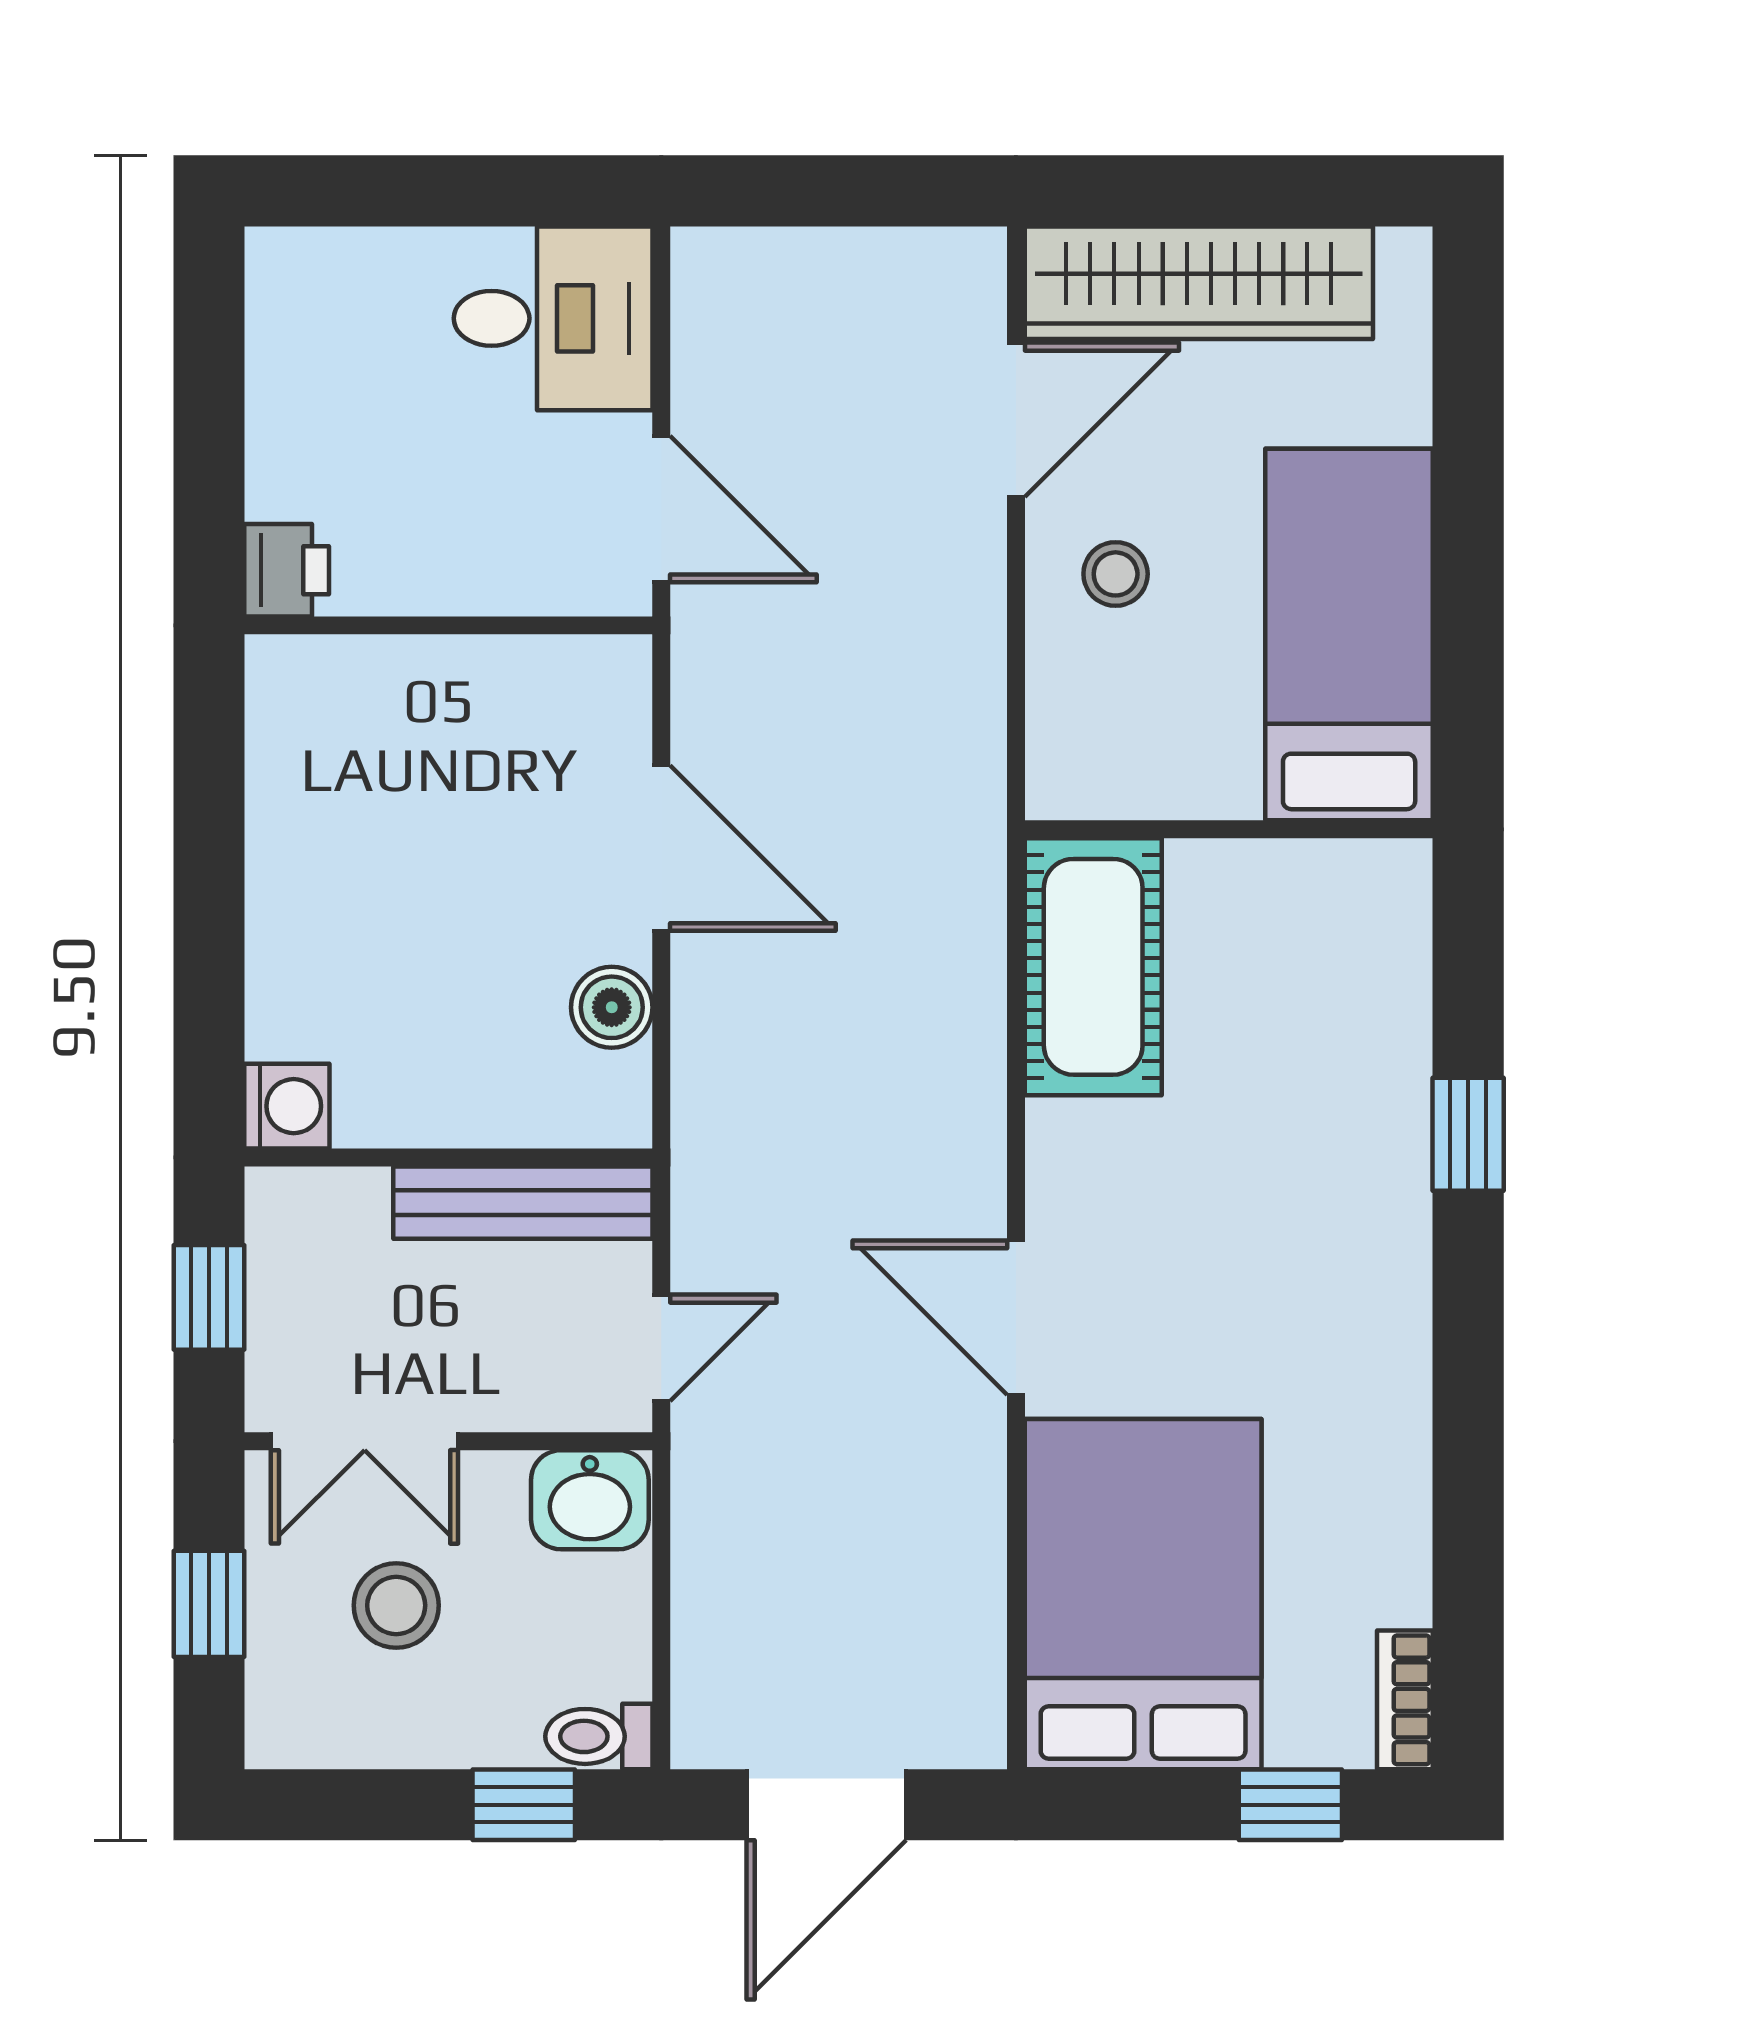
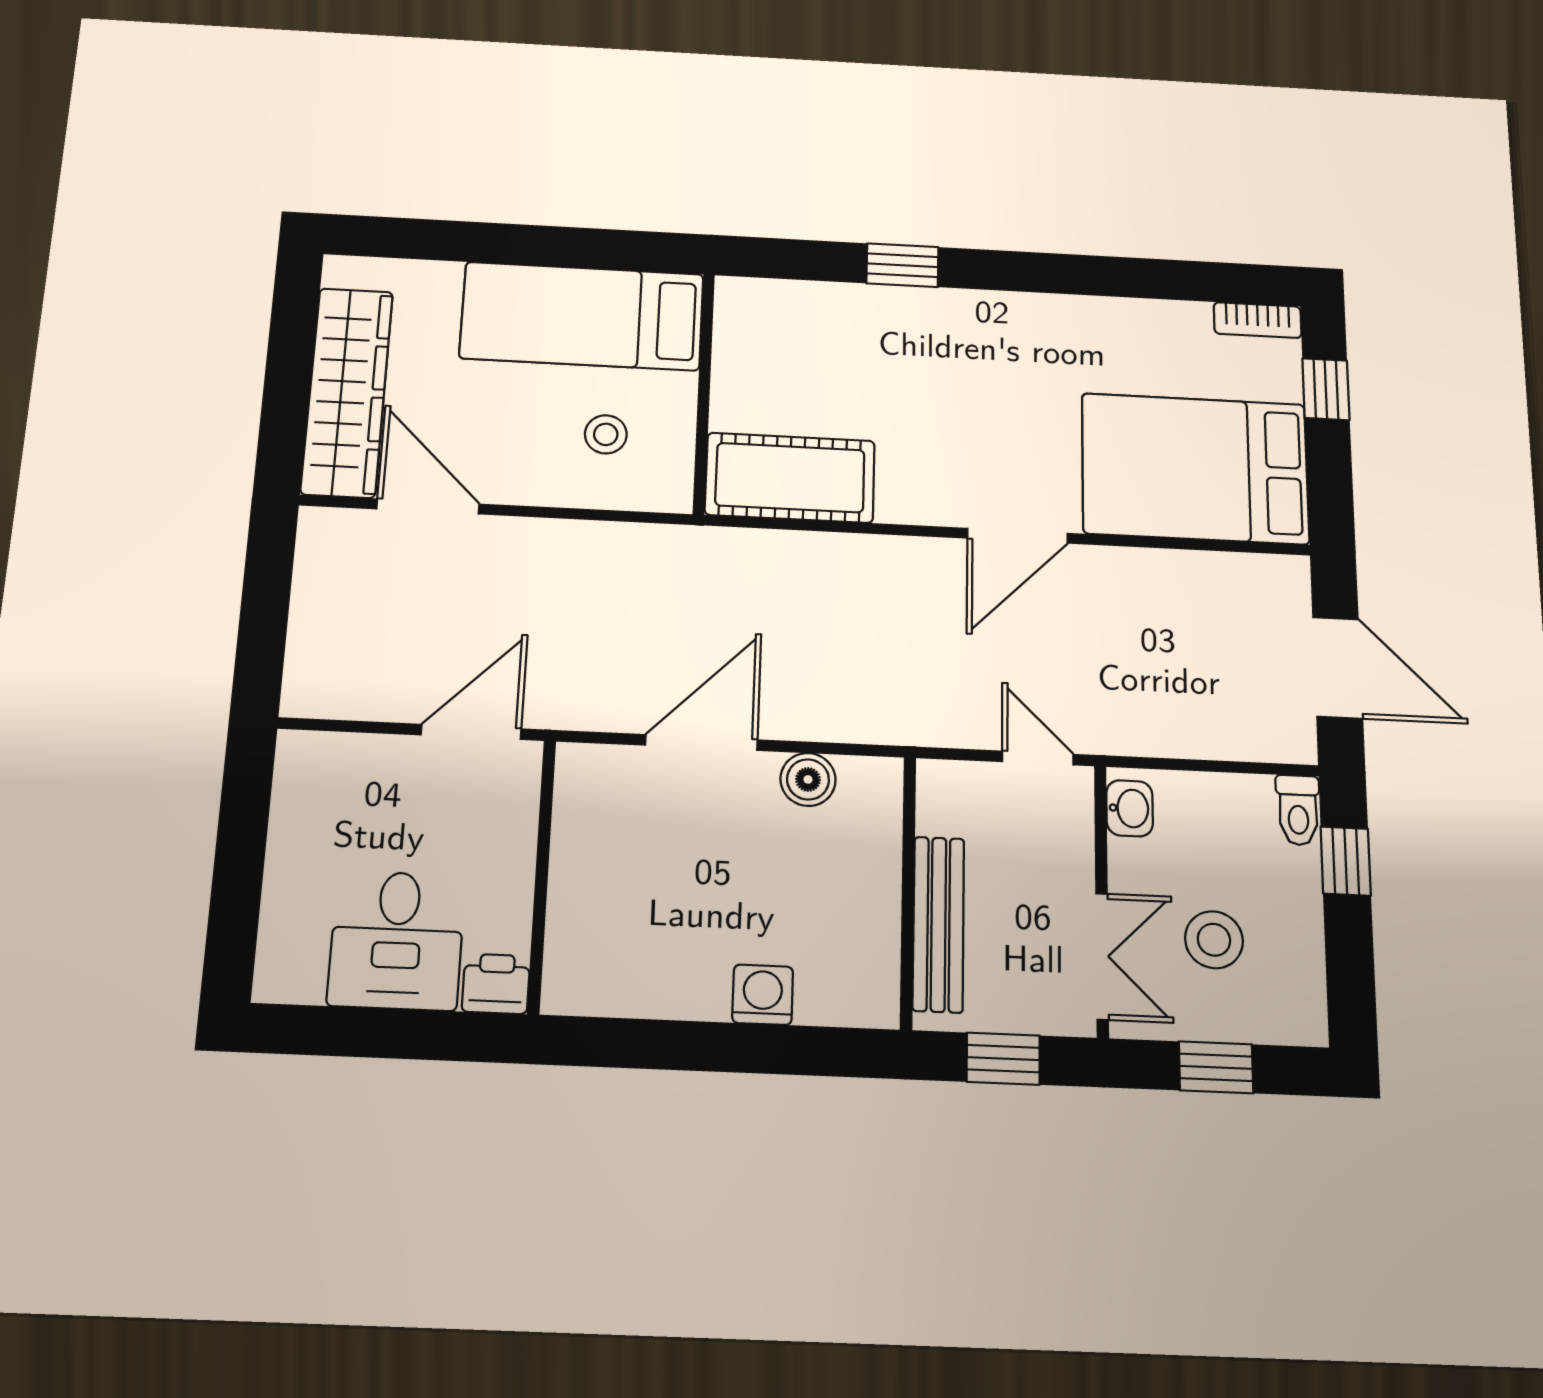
desk: (553, 318) -> (397, 940), moved, turned 180
stool: (1116, 574) -> (606, 434), moved
washing machine: (287, 1106) -> (763, 995), moved
bench: (523, 1203) -> (938, 924), moved
washbasin: (590, 1500) -> (1130, 808), width x0.72, depth x0.69

